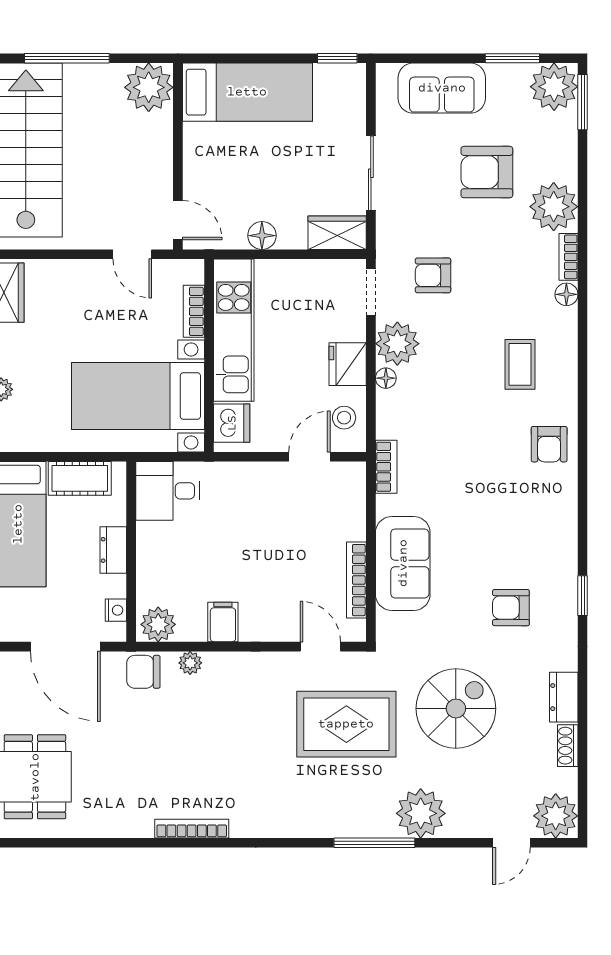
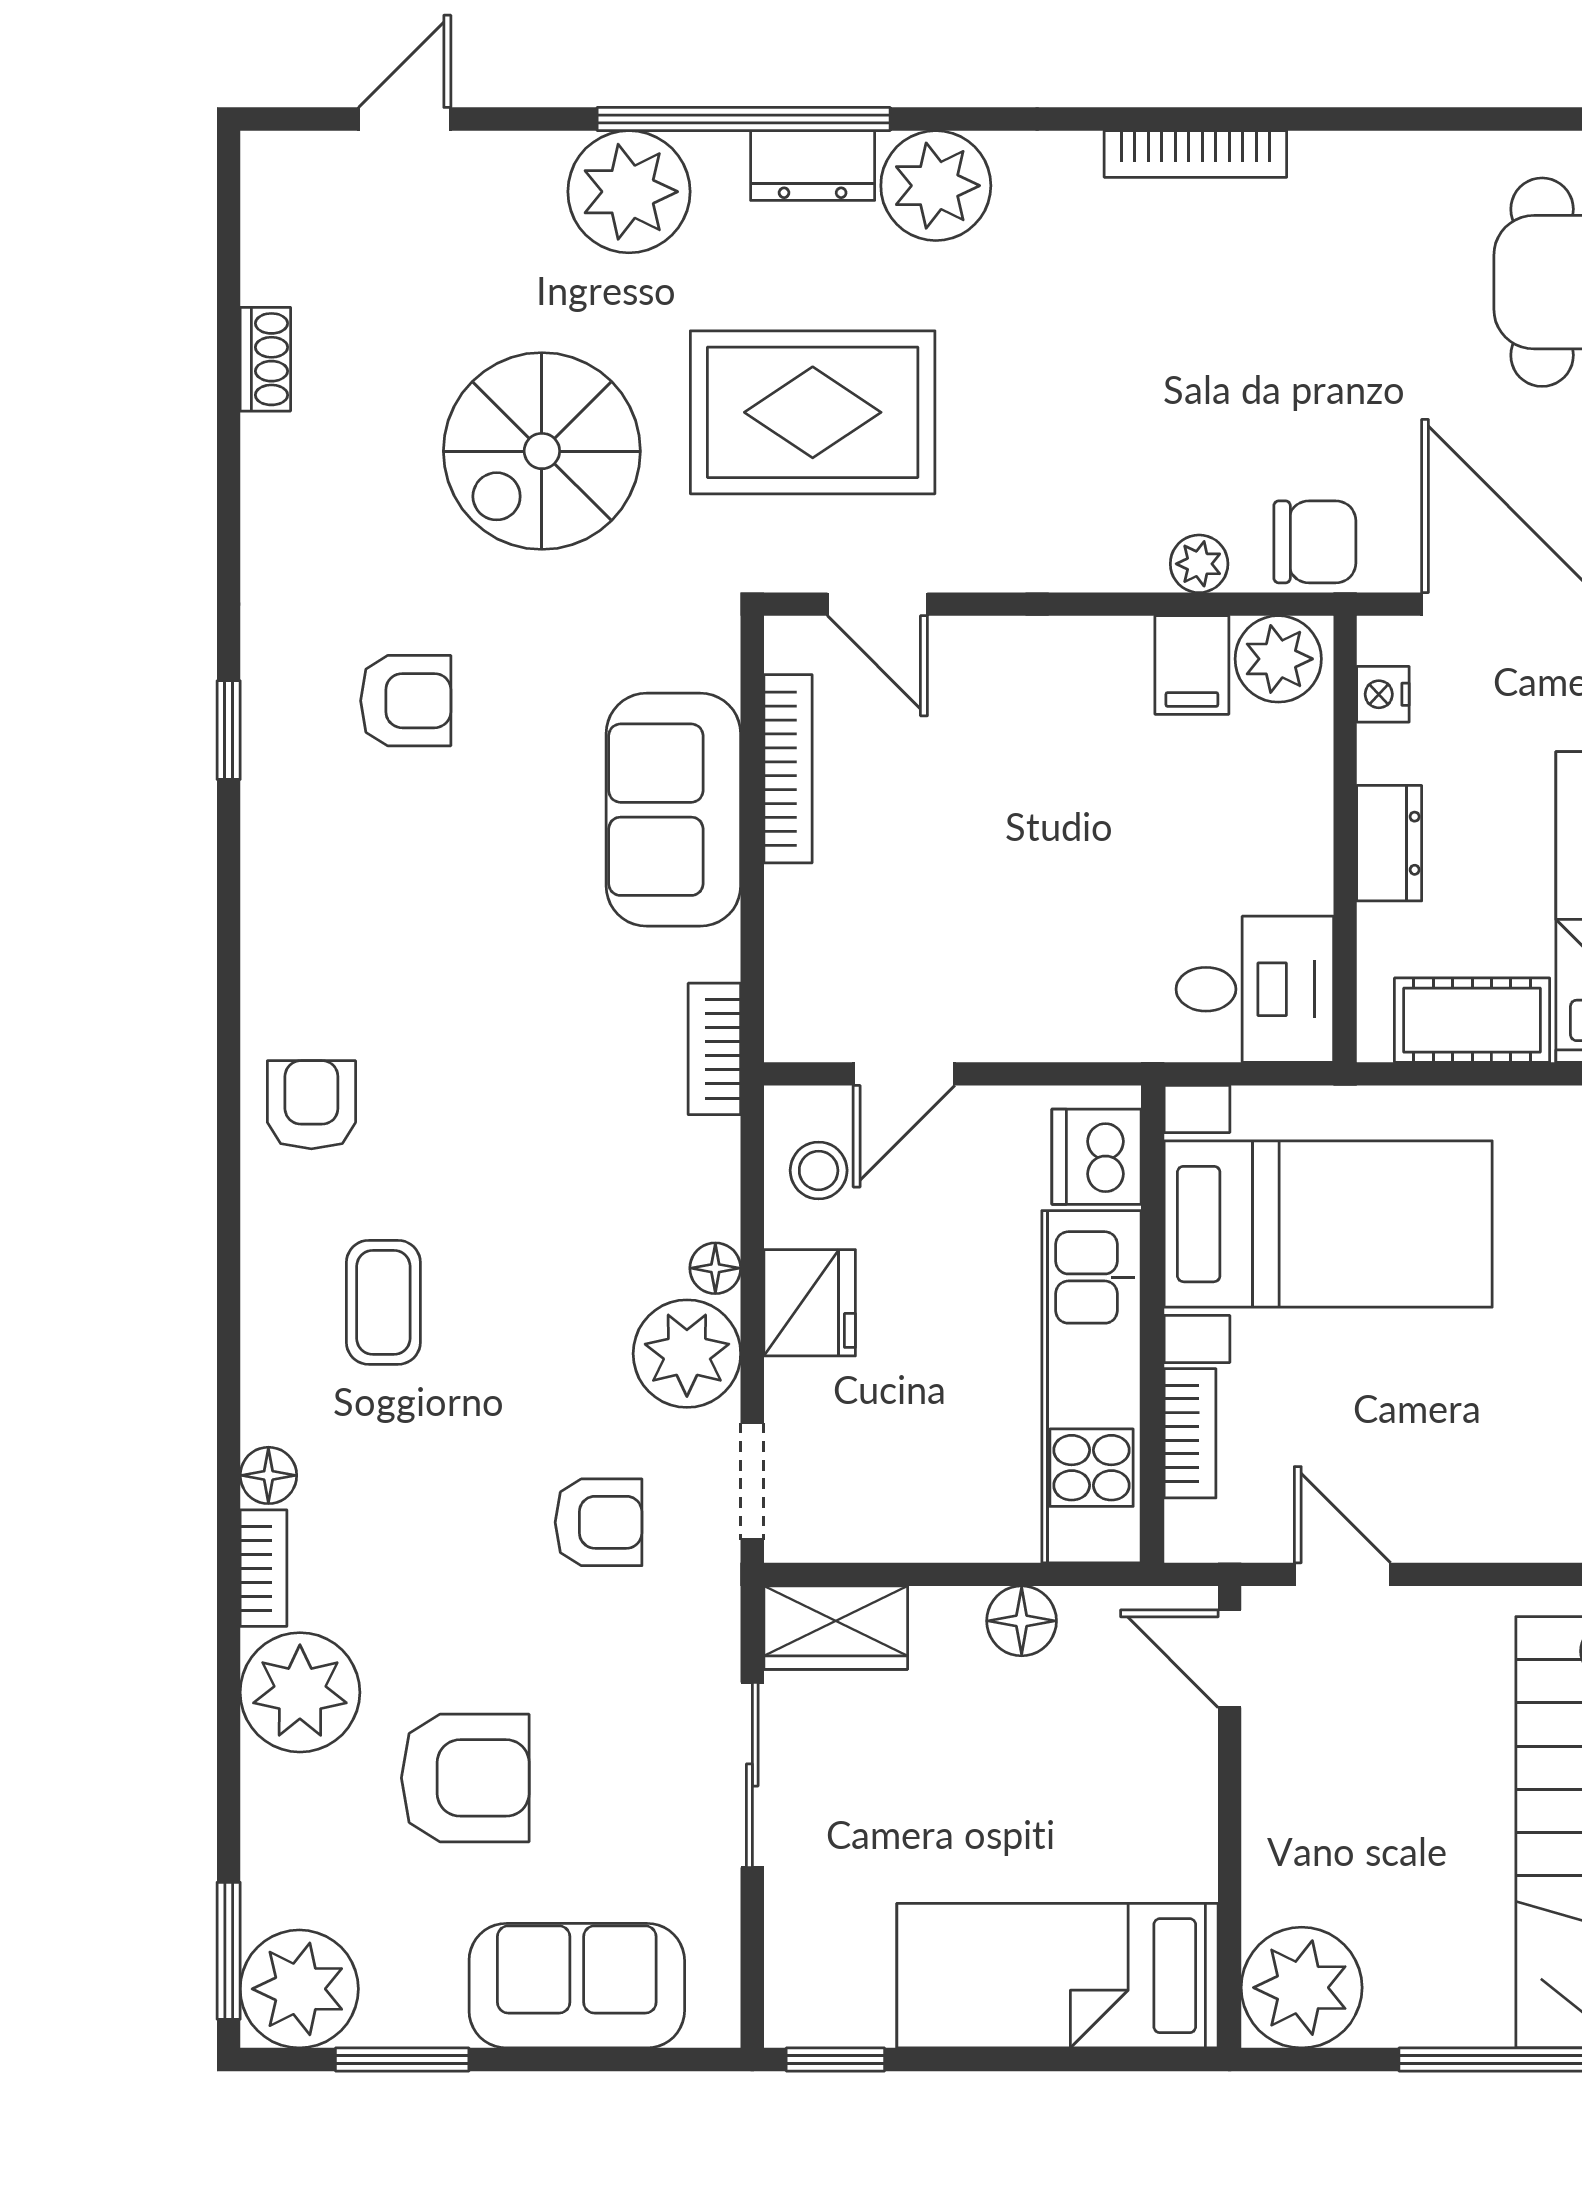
filing cabinet: (223, 622) -> (1192, 665), moved
dresser: (564, 697) -> (813, 165), moved, turned 90
plant: (556, 816) -> (936, 186), moved
window: (374, 843) -> (744, 119), width x1.46

